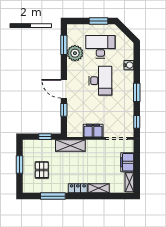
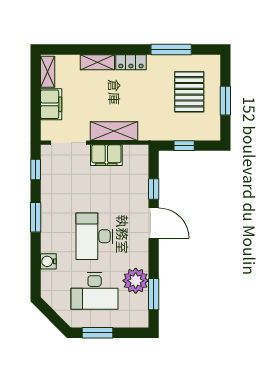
shelving: (70, 146) -> (114, 131), moved
pallet: (42, 170) -> (189, 92), width x1.50, depth x1.42

